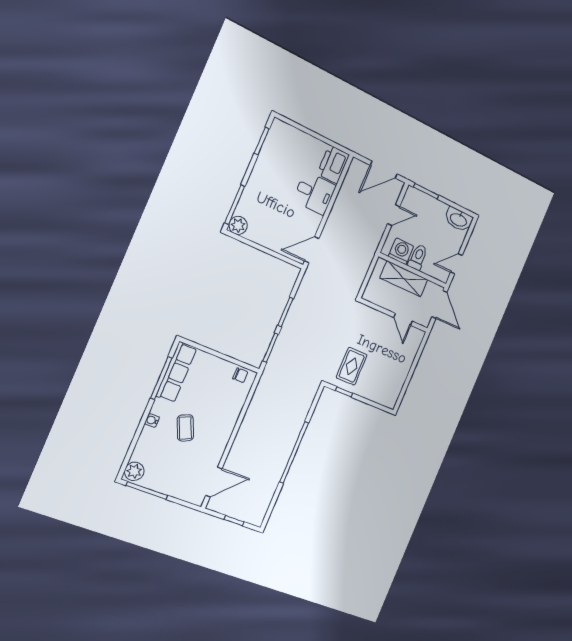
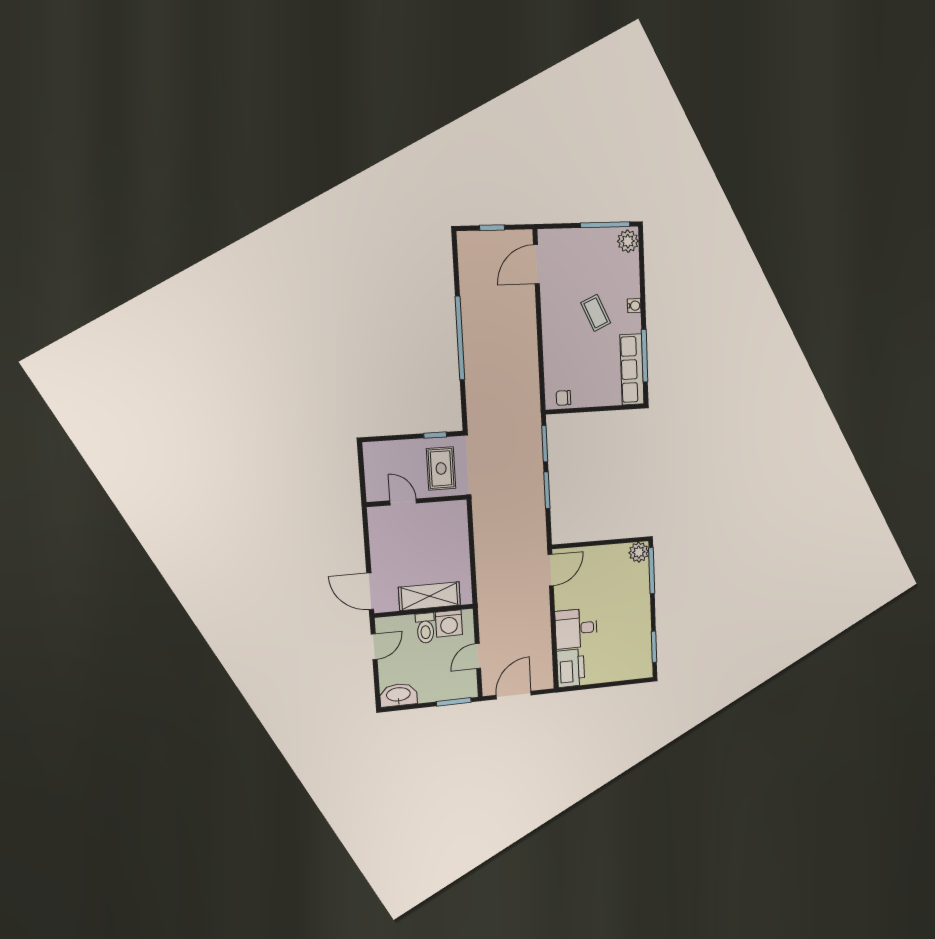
wall: (394, 315) -> (417, 501), moved
door: (403, 319) -> (403, 502), moved

